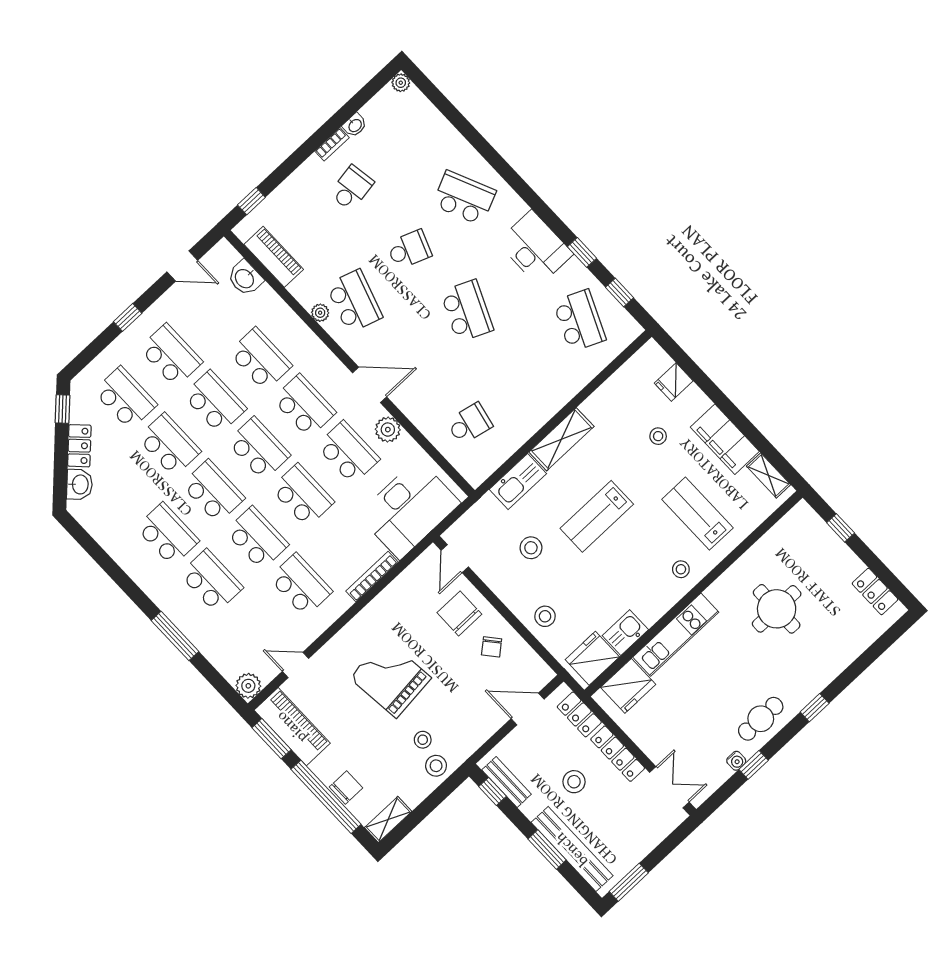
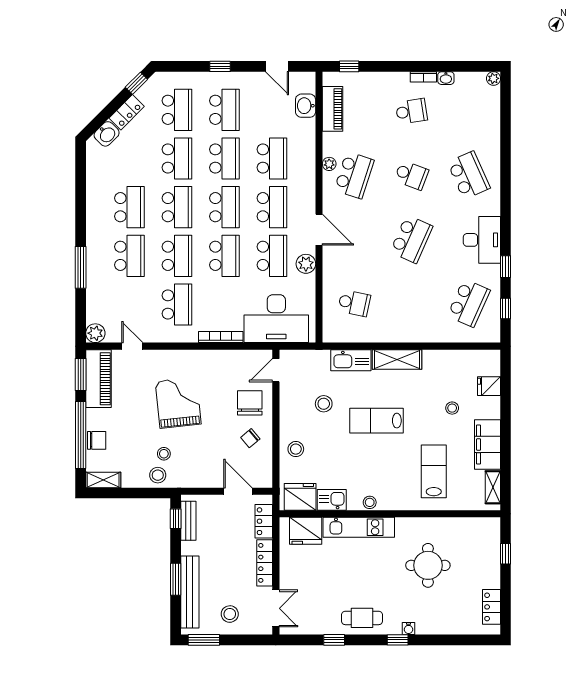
stool: (681, 569) -> (370, 502), moved
water cooler: (736, 761) -> (408, 628), moved
stool: (574, 782) -> (230, 614), moved

